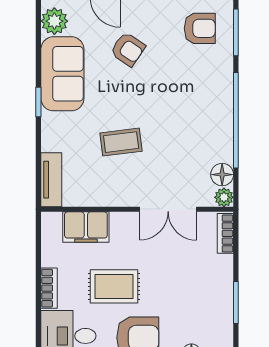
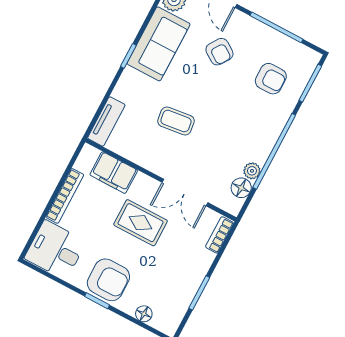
armchair: (200, 28) -> (271, 79), moved
plant: (224, 197) -> (252, 171), moved
rug: (114, 286) -> (141, 223), moved
bookcase: (49, 288) -> (65, 196), width x1.56

